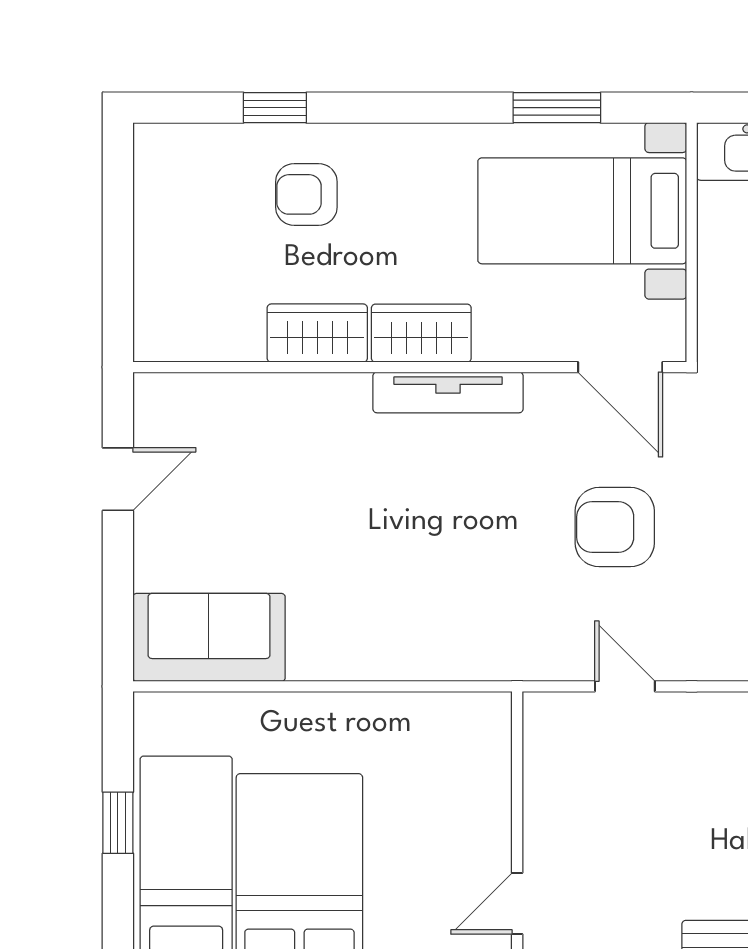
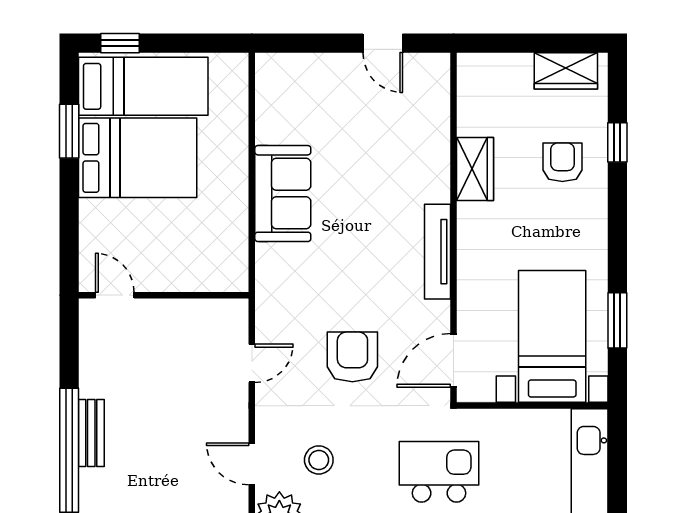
wardrobe: (421, 333) -> (566, 71), moved, turned 90
sofa: (209, 637) -> (283, 194), moved
window: (118, 823) -> (120, 43), moved

